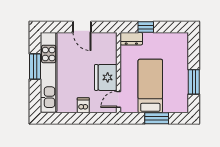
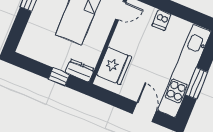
door: (82, 27) -> (144, 112), moved
fridge: (106, 77) -> (114, 66), moved

